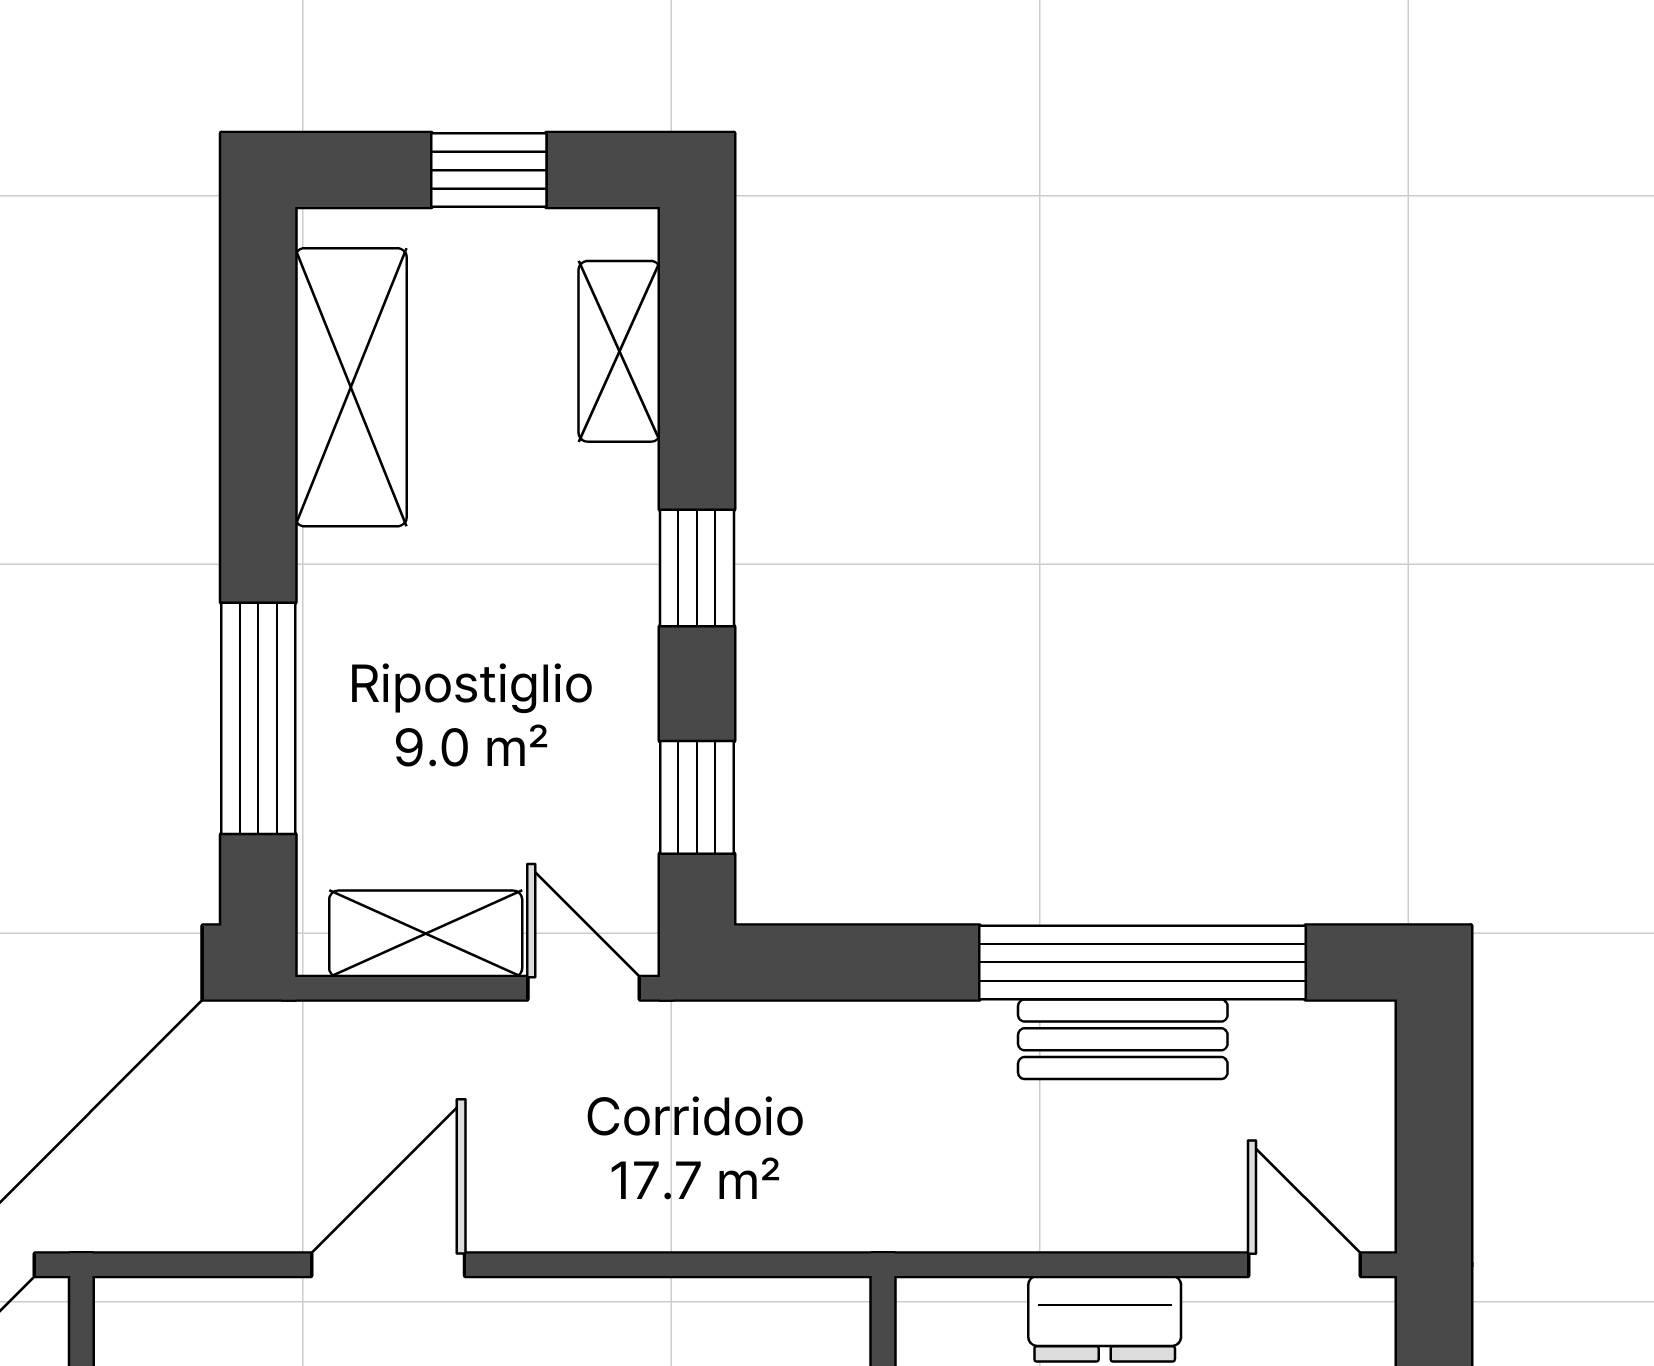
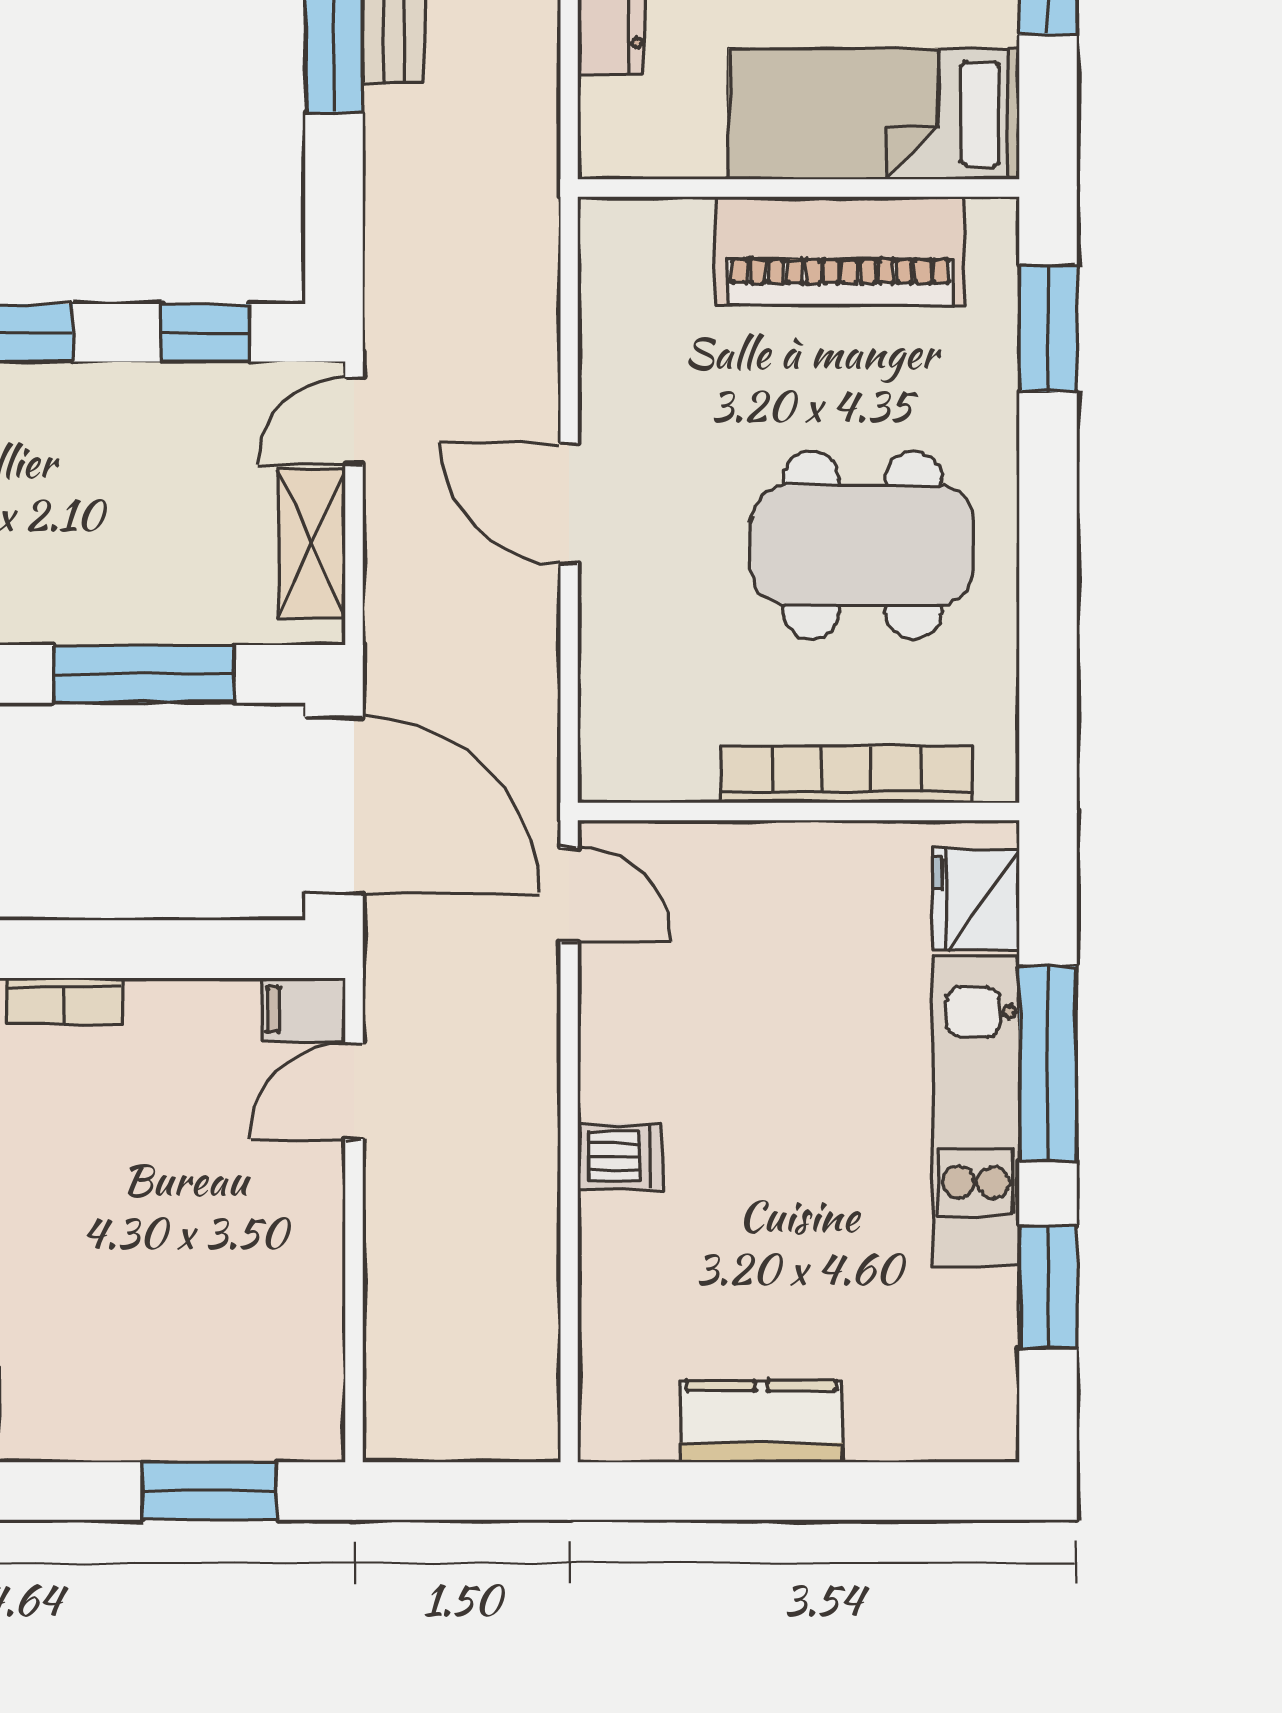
door: (388, 1265) -> (569, 503), moved

